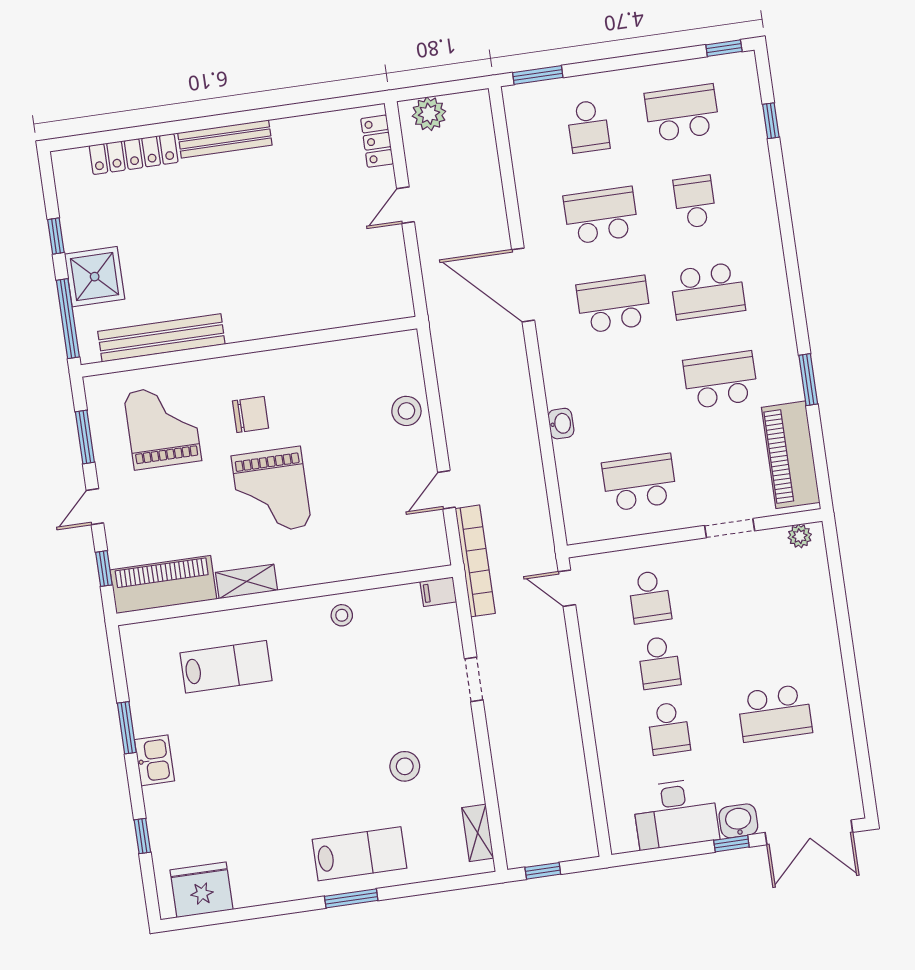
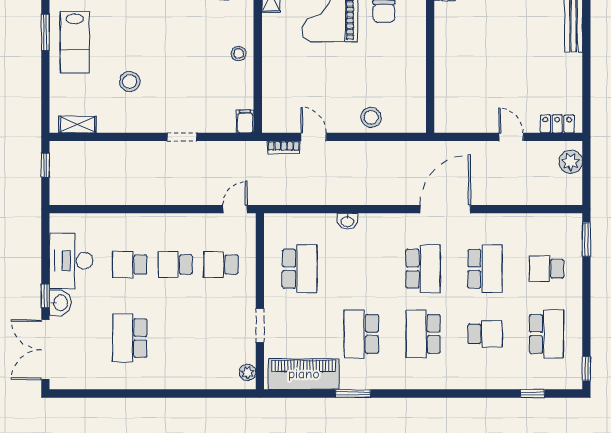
school desk: (721, 380) -> (361, 334), turned 180
bookcase: (475, 561) -> (284, 147), width x0.43, depth x0.76

